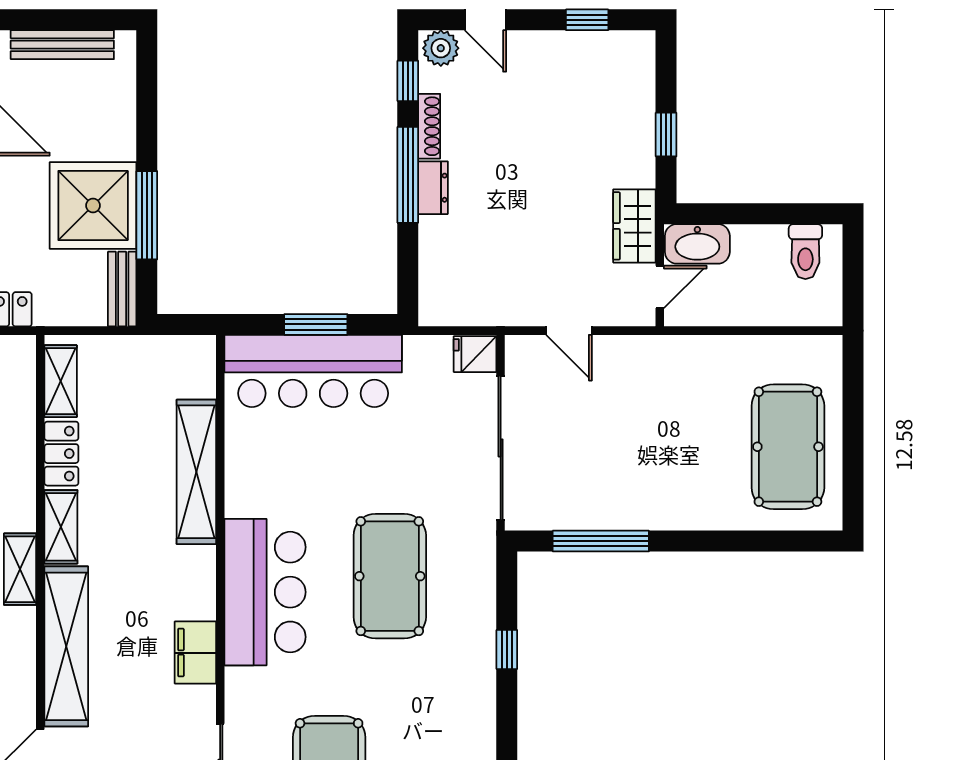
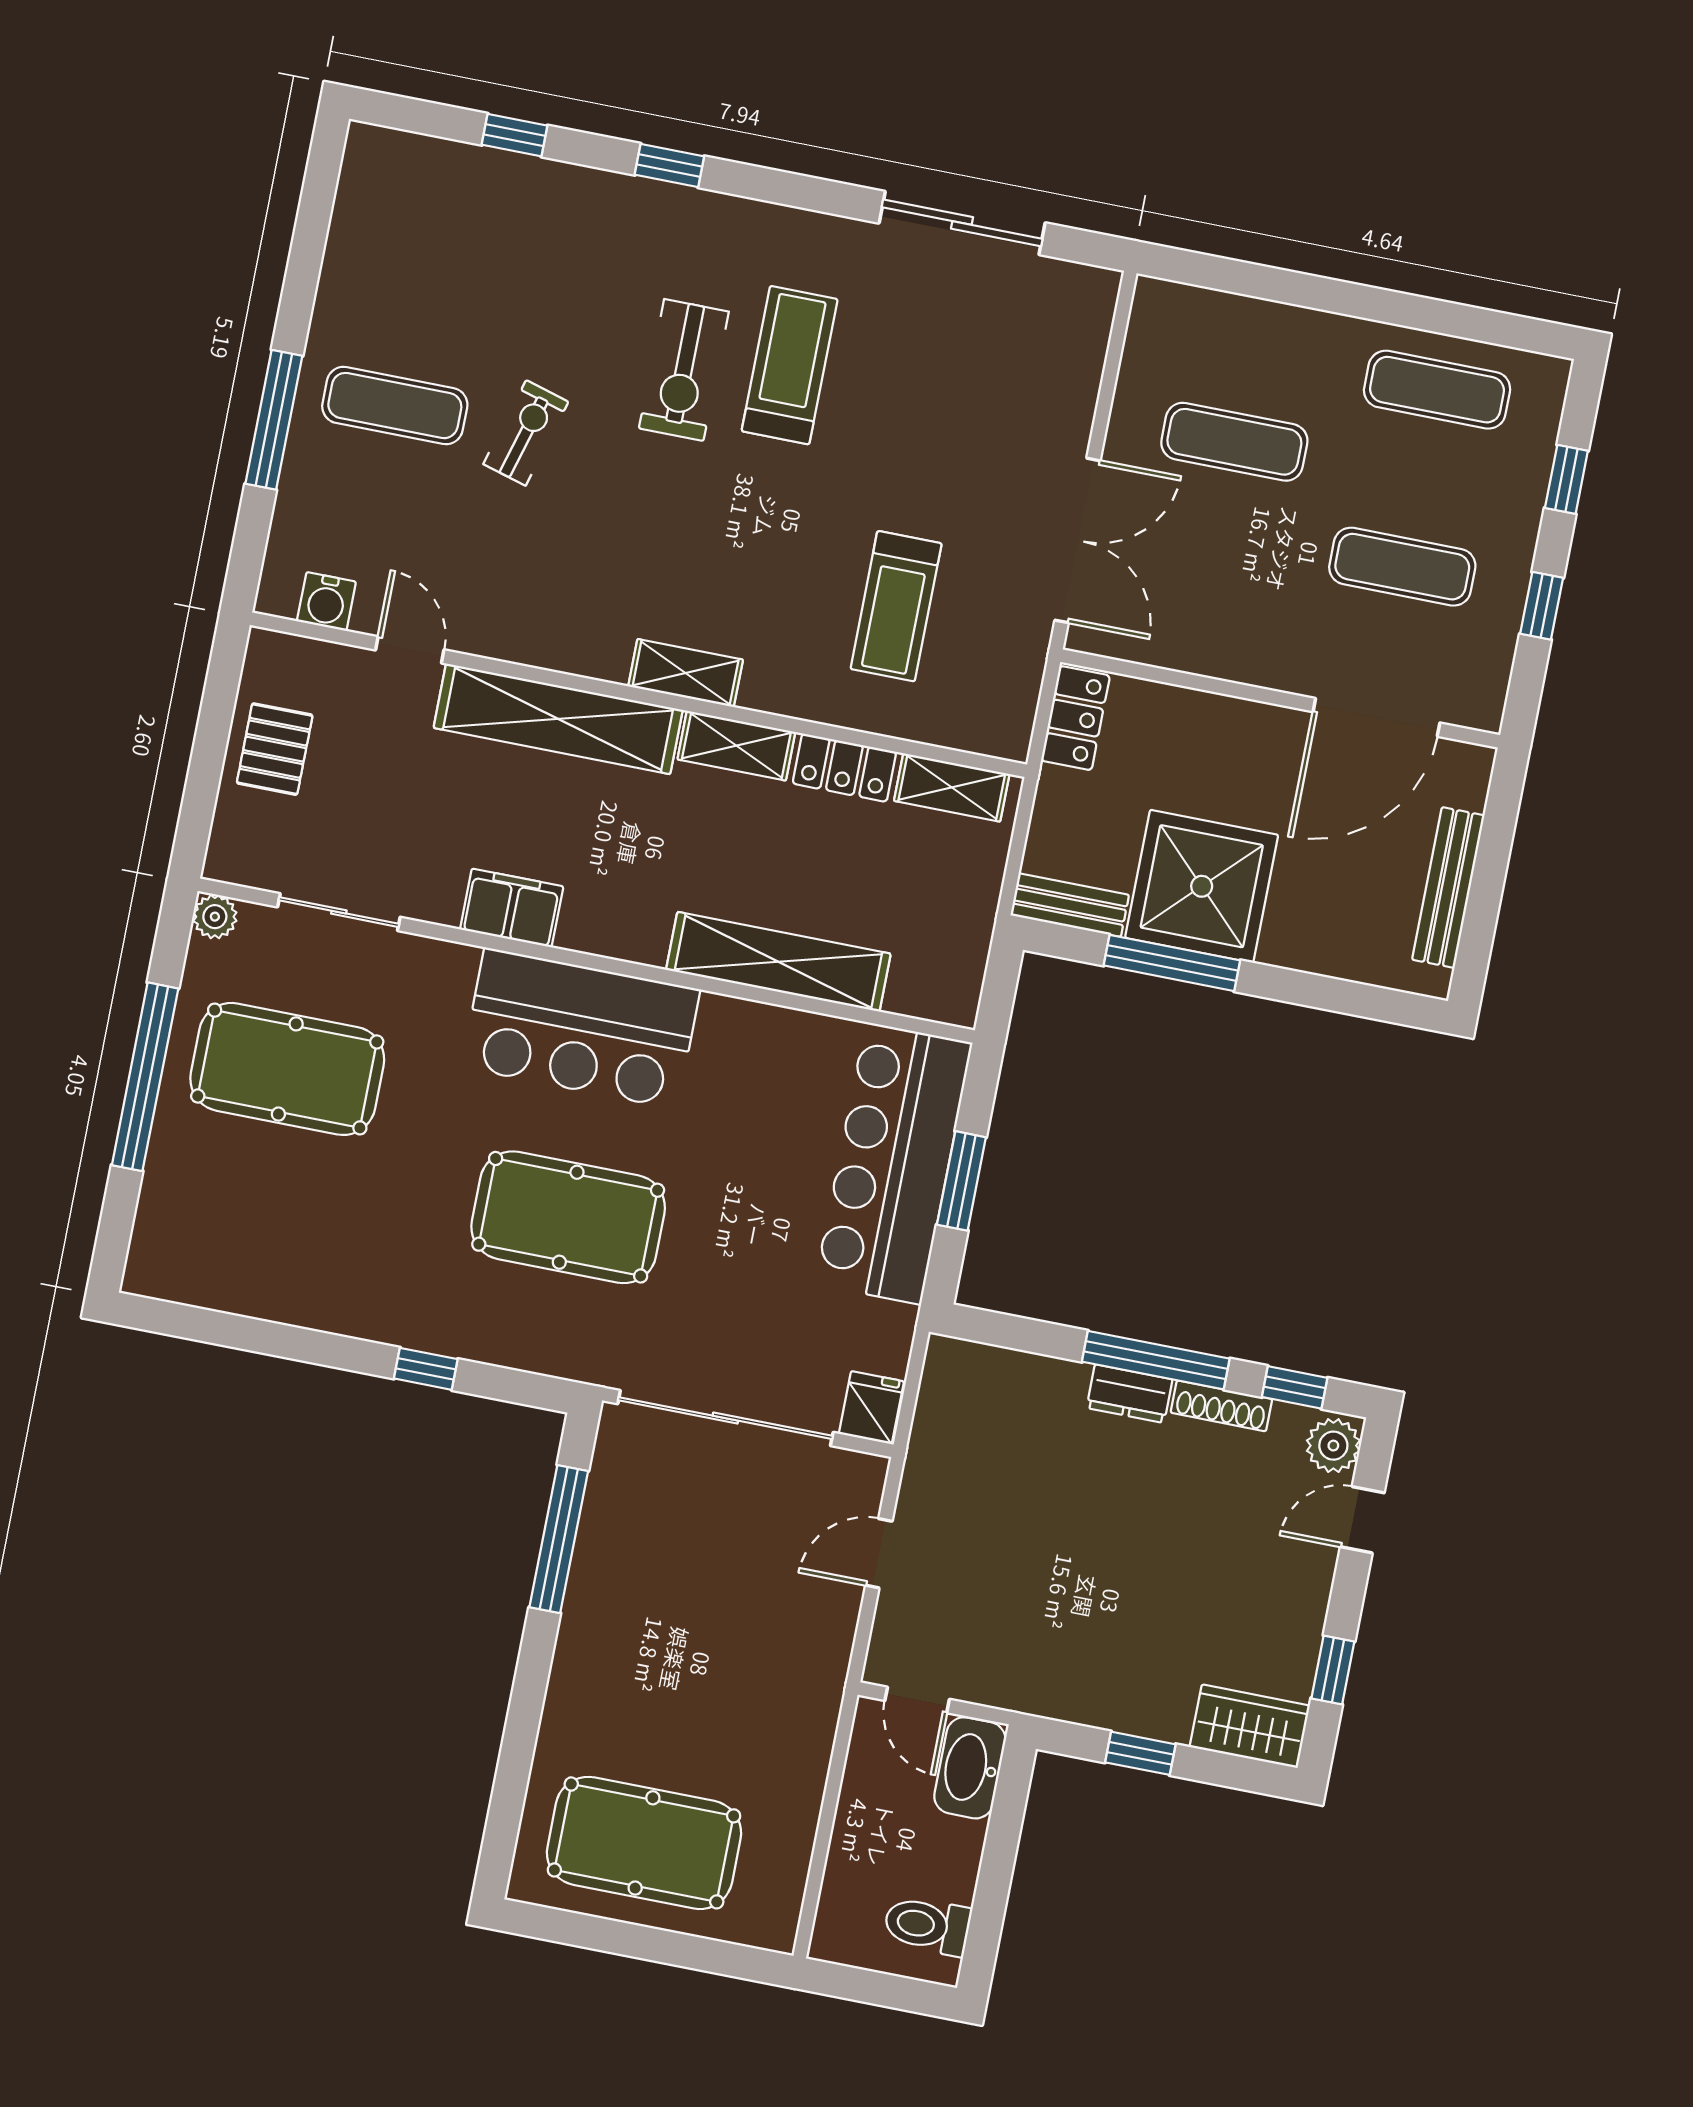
wardrobe: (634, 226) -> (1250, 1726), moved

